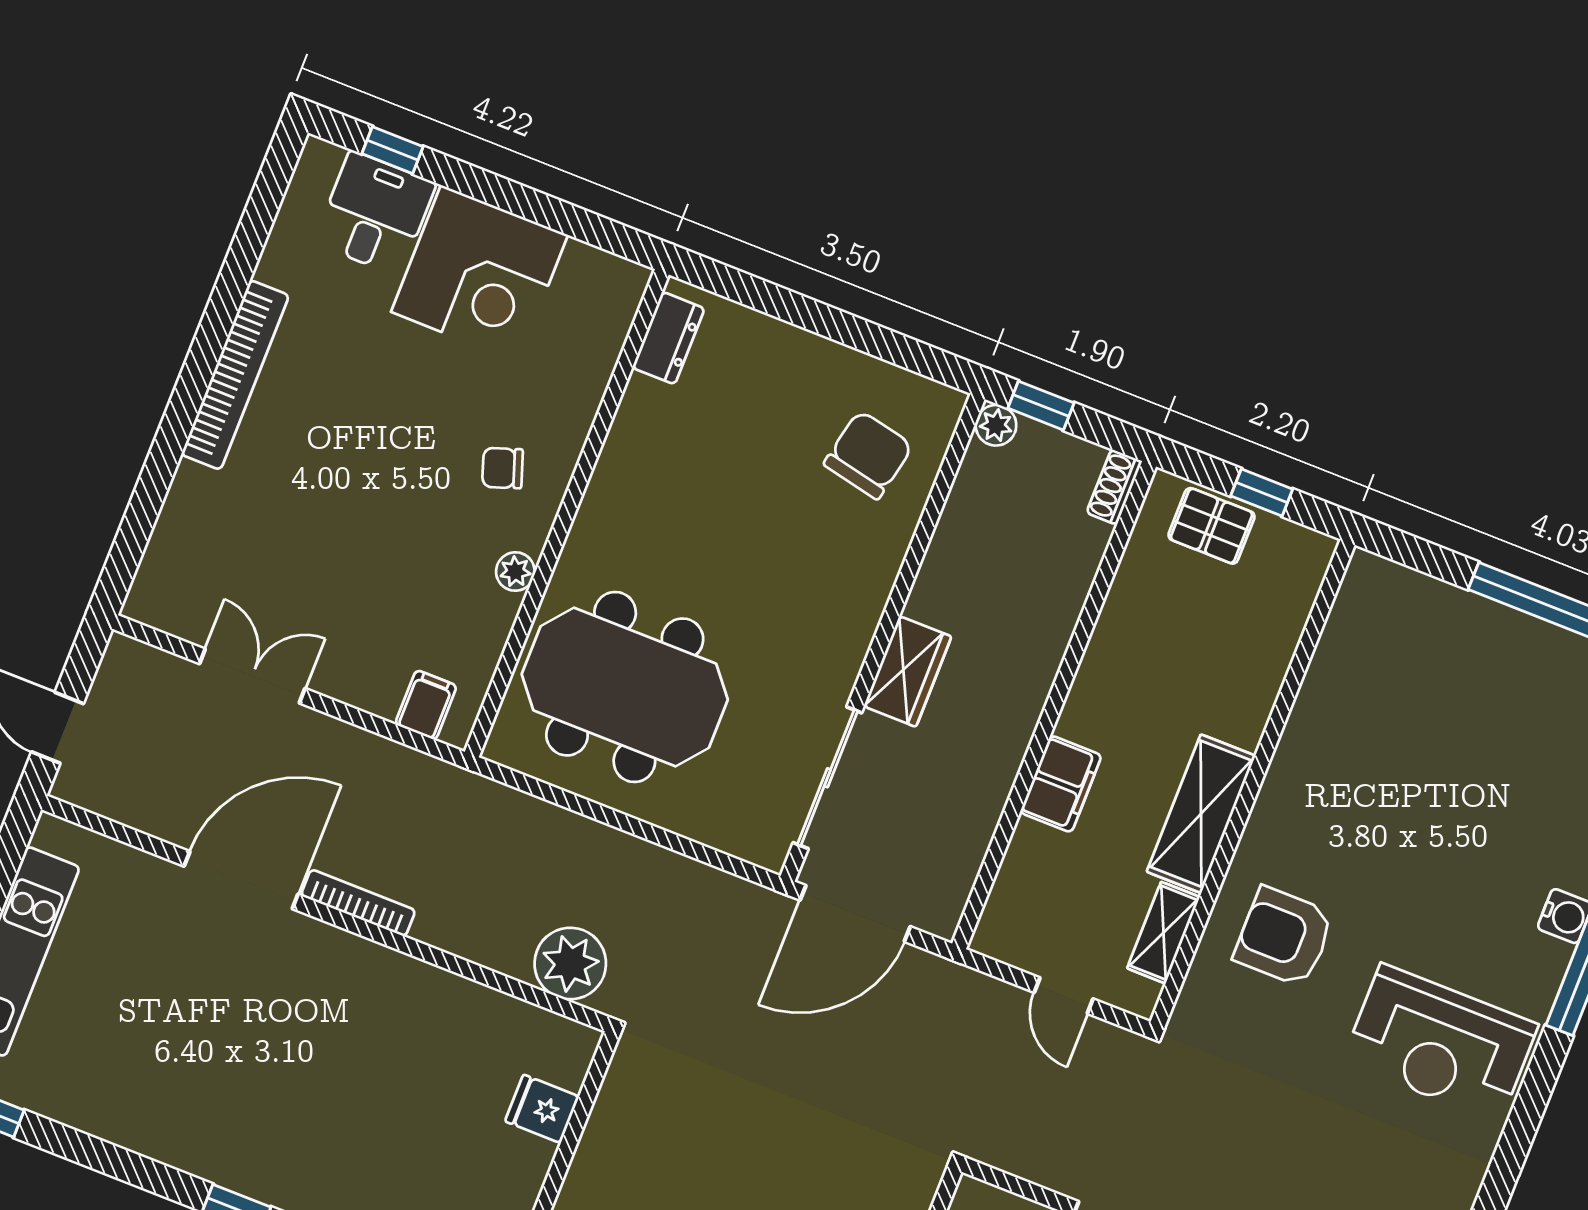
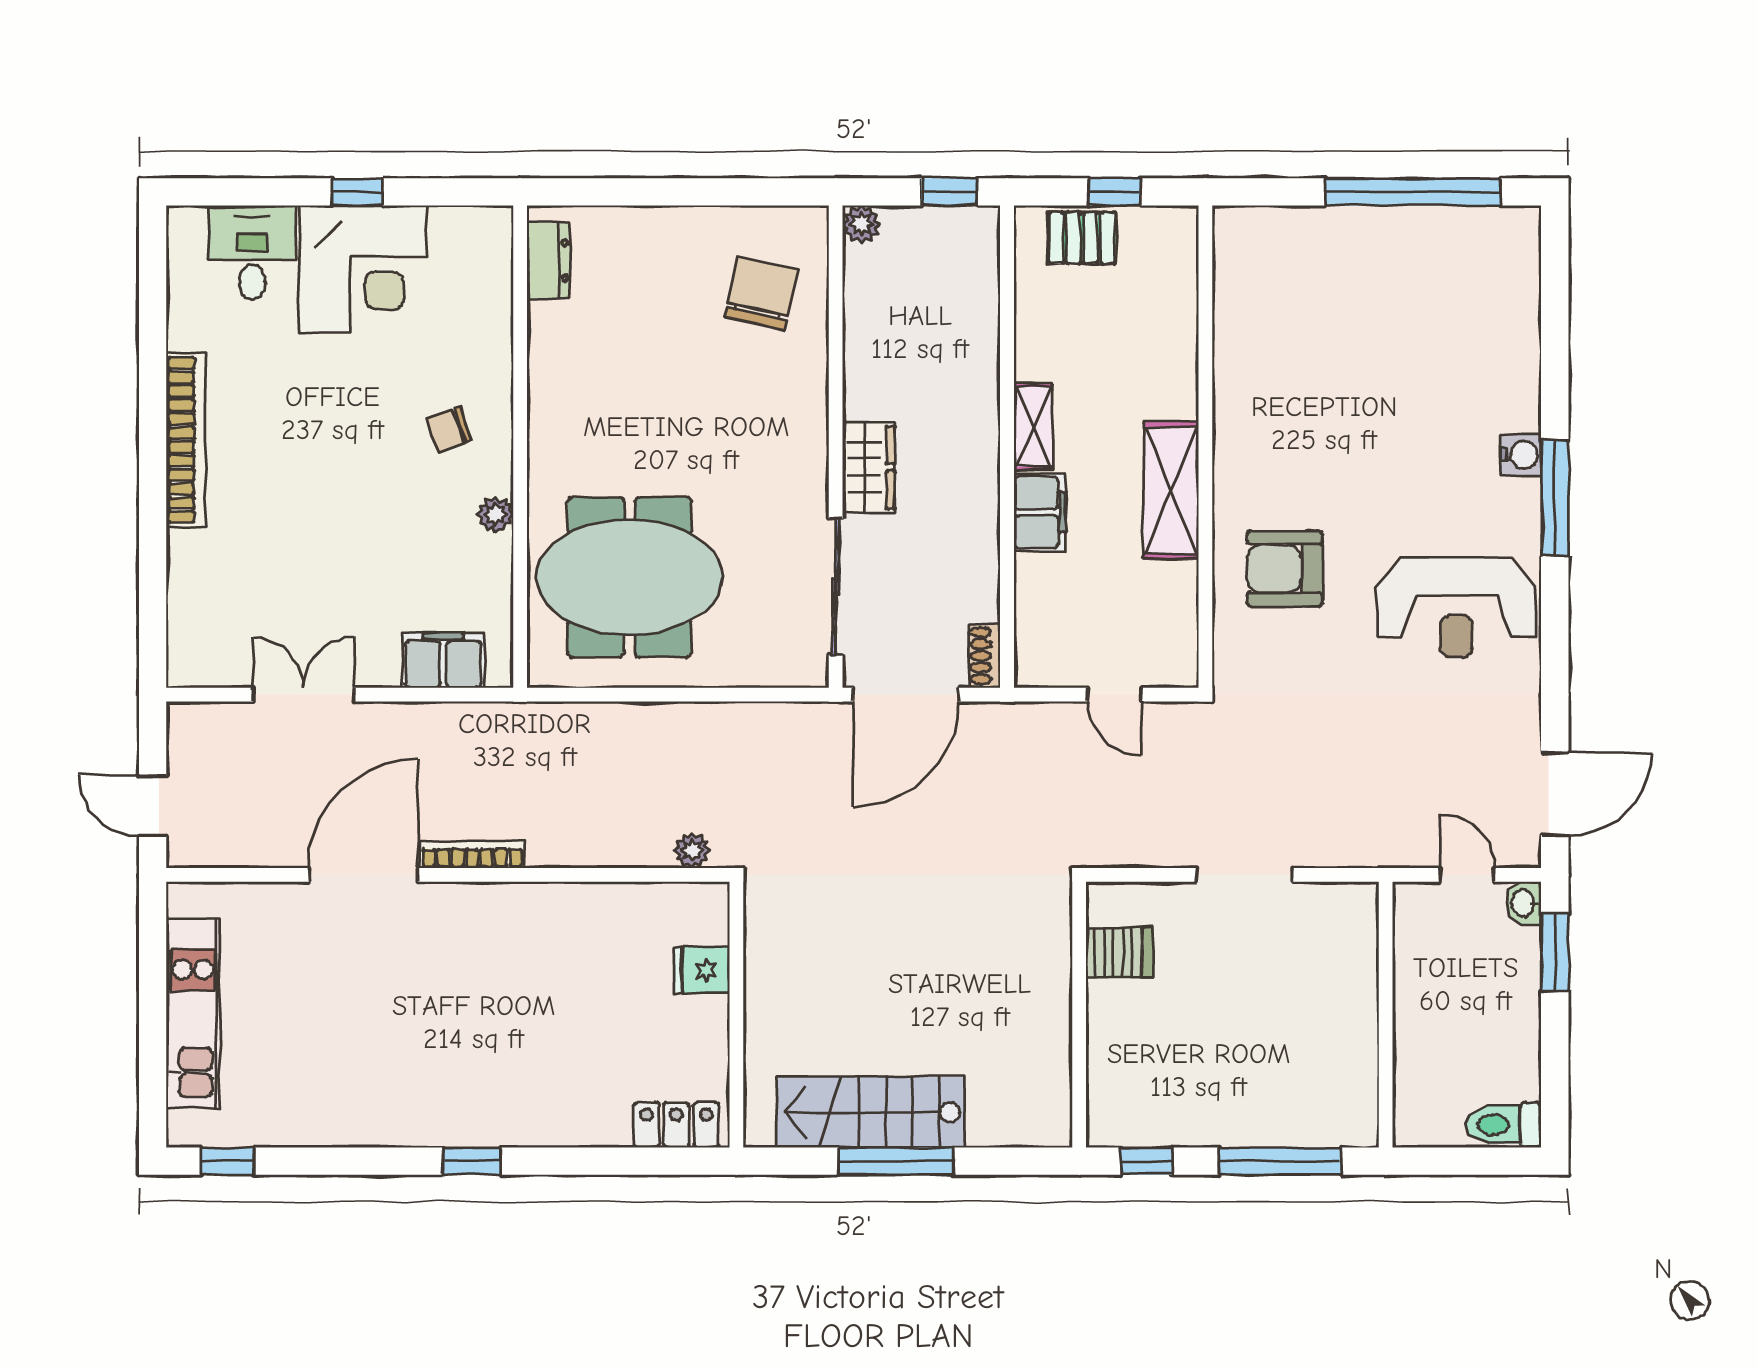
window: (393, 150) -> (357, 192), moved
window: (1041, 406) -> (949, 192), moved
shoe rack: (1114, 487) -> (985, 656), moved
filing cabinet: (426, 705) -> (443, 660), width x2.00
shelving: (1163, 933) -> (1033, 427), moved
plant: (570, 963) -> (692, 850), width x0.53, depth x0.53

